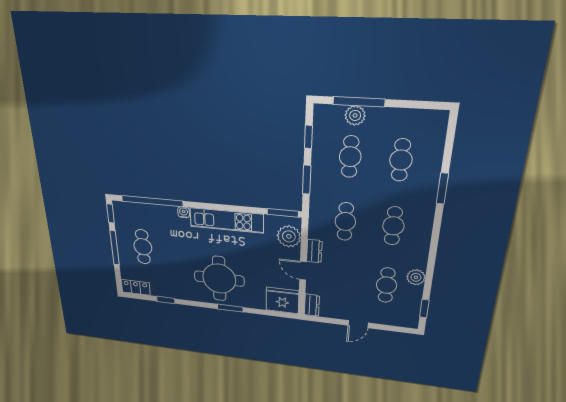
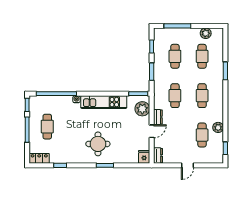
plant: (355, 115) -> (206, 33), moved
door: (303, 271) -> (152, 131), swing flipped
round table: (219, 279) -> (98, 144), width x0.73, depth x0.73
fridge: (282, 300) -> (144, 157), width x0.53, depth x0.75

